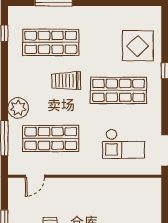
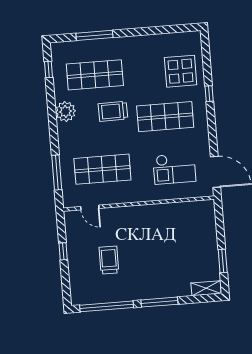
plant: (18, 108) -> (65, 111), moved
door: (35, 176) -> (90, 208), hinge flipped

